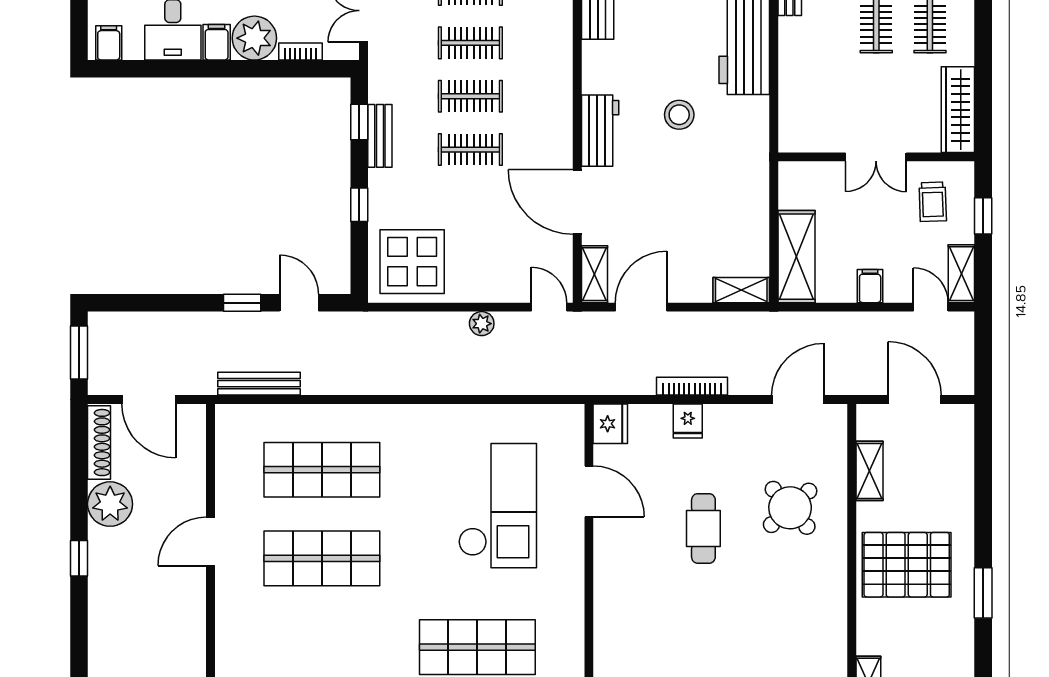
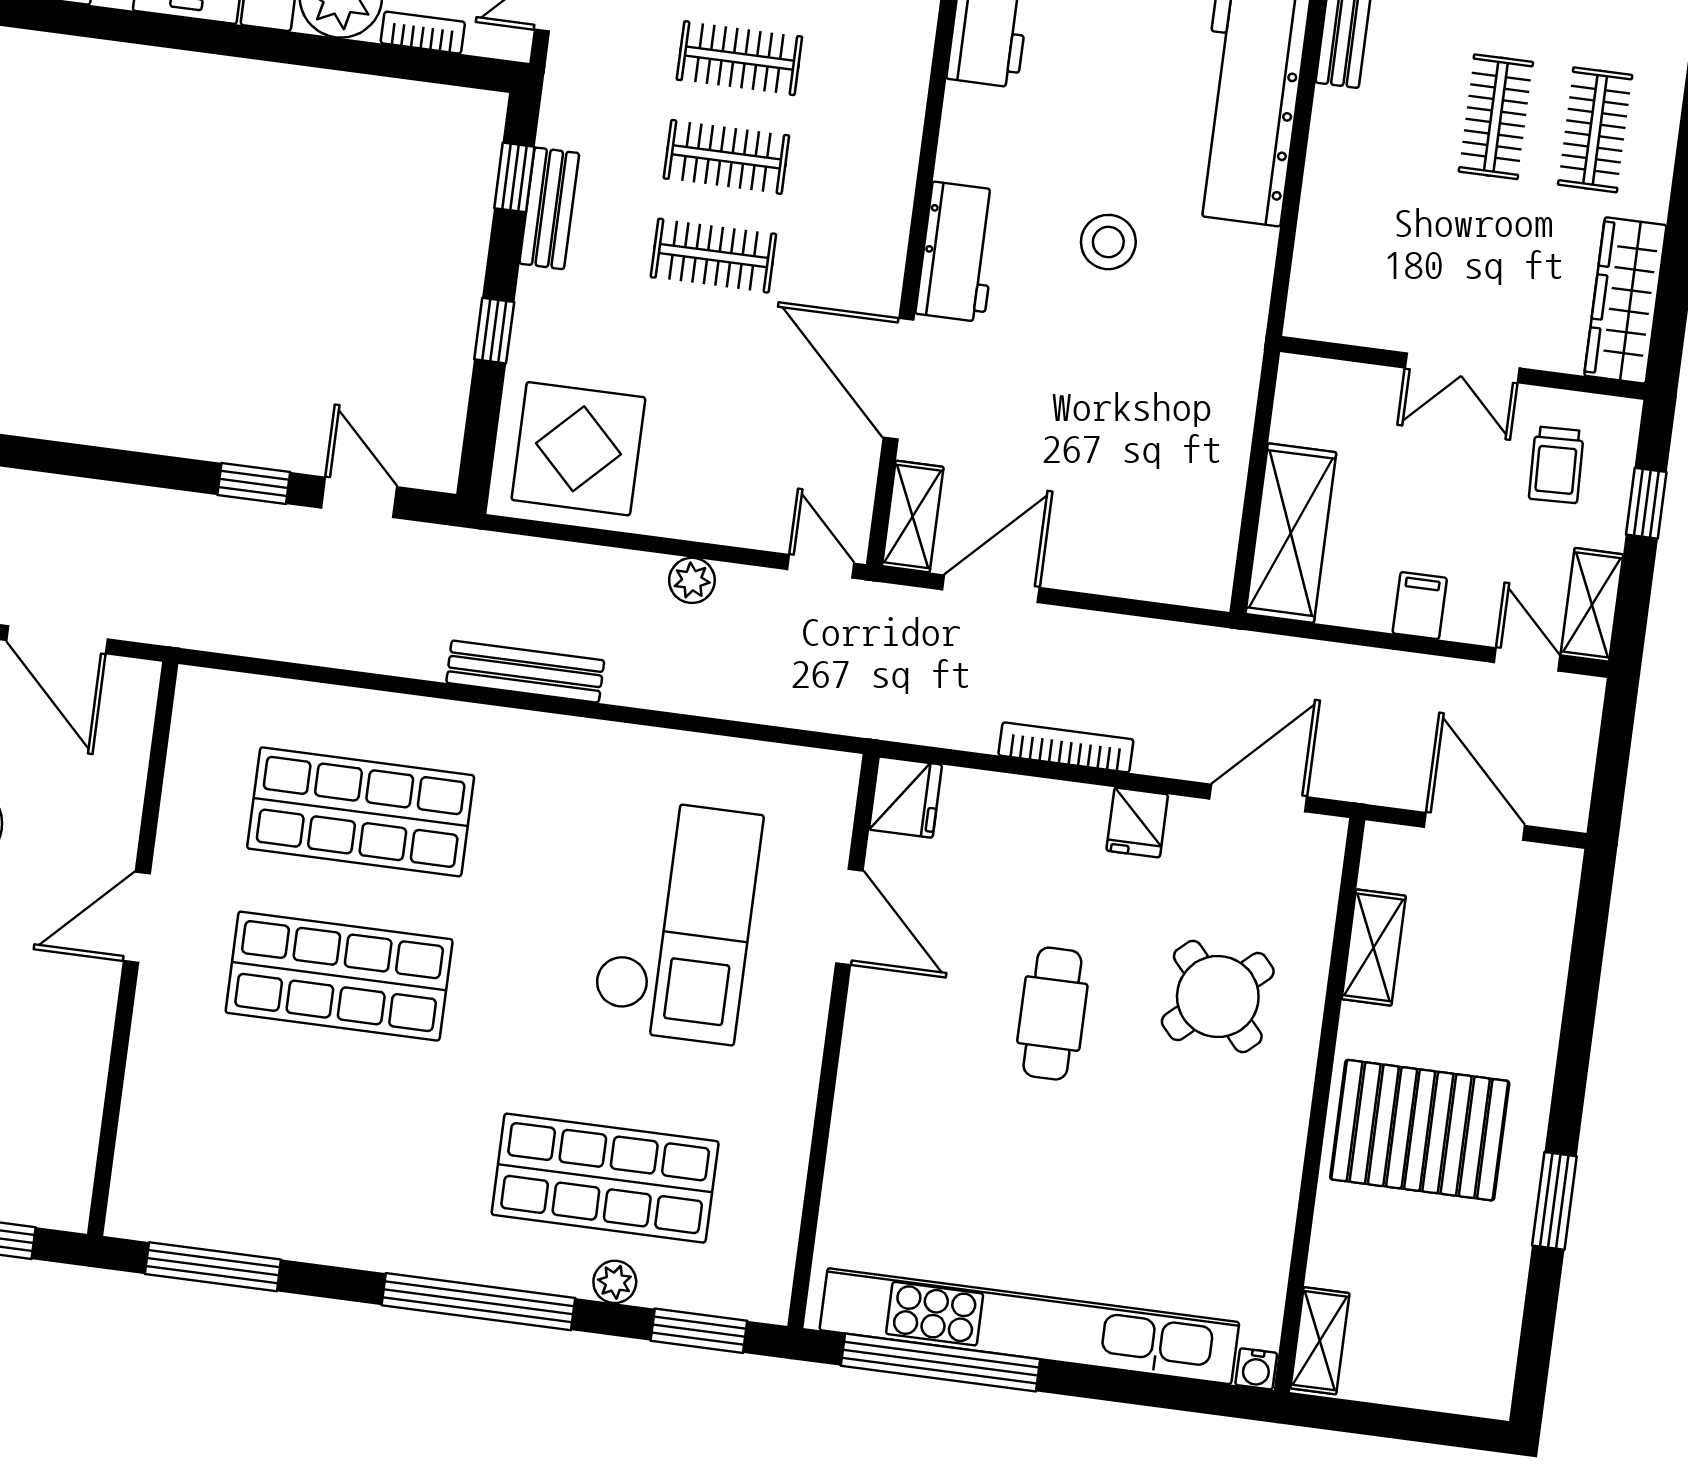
shelving: (741, 290) -> (1181, 582), removed
bench: (259, 384) -> (525, 672), moved
fridge: (688, 421) -> (1137, 823), moved

